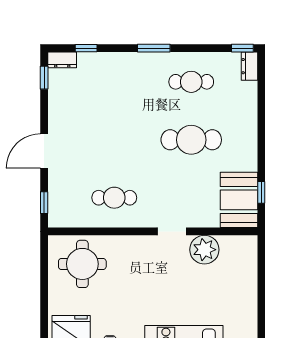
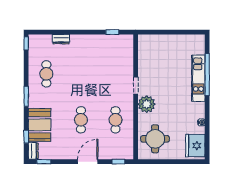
dresser: (249, 66) -> (61, 39), moved
cafe table: (191, 140) -> (81, 120), moved, width x0.73, depth x0.74
door: (44, 151) -> (88, 162), swing flipped
booth: (239, 200) -> (40, 125), moved, turned 90
plant: (204, 250) -> (147, 104), moved

